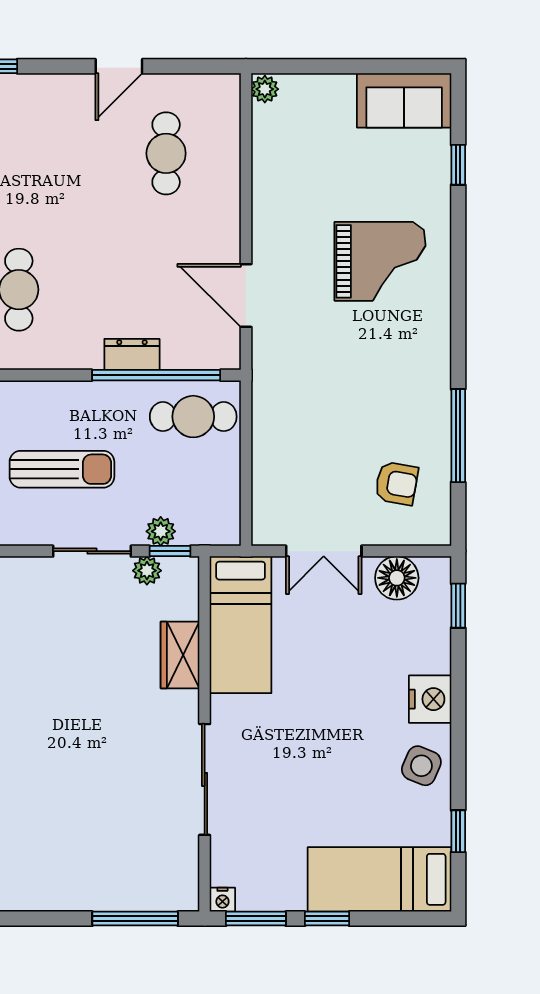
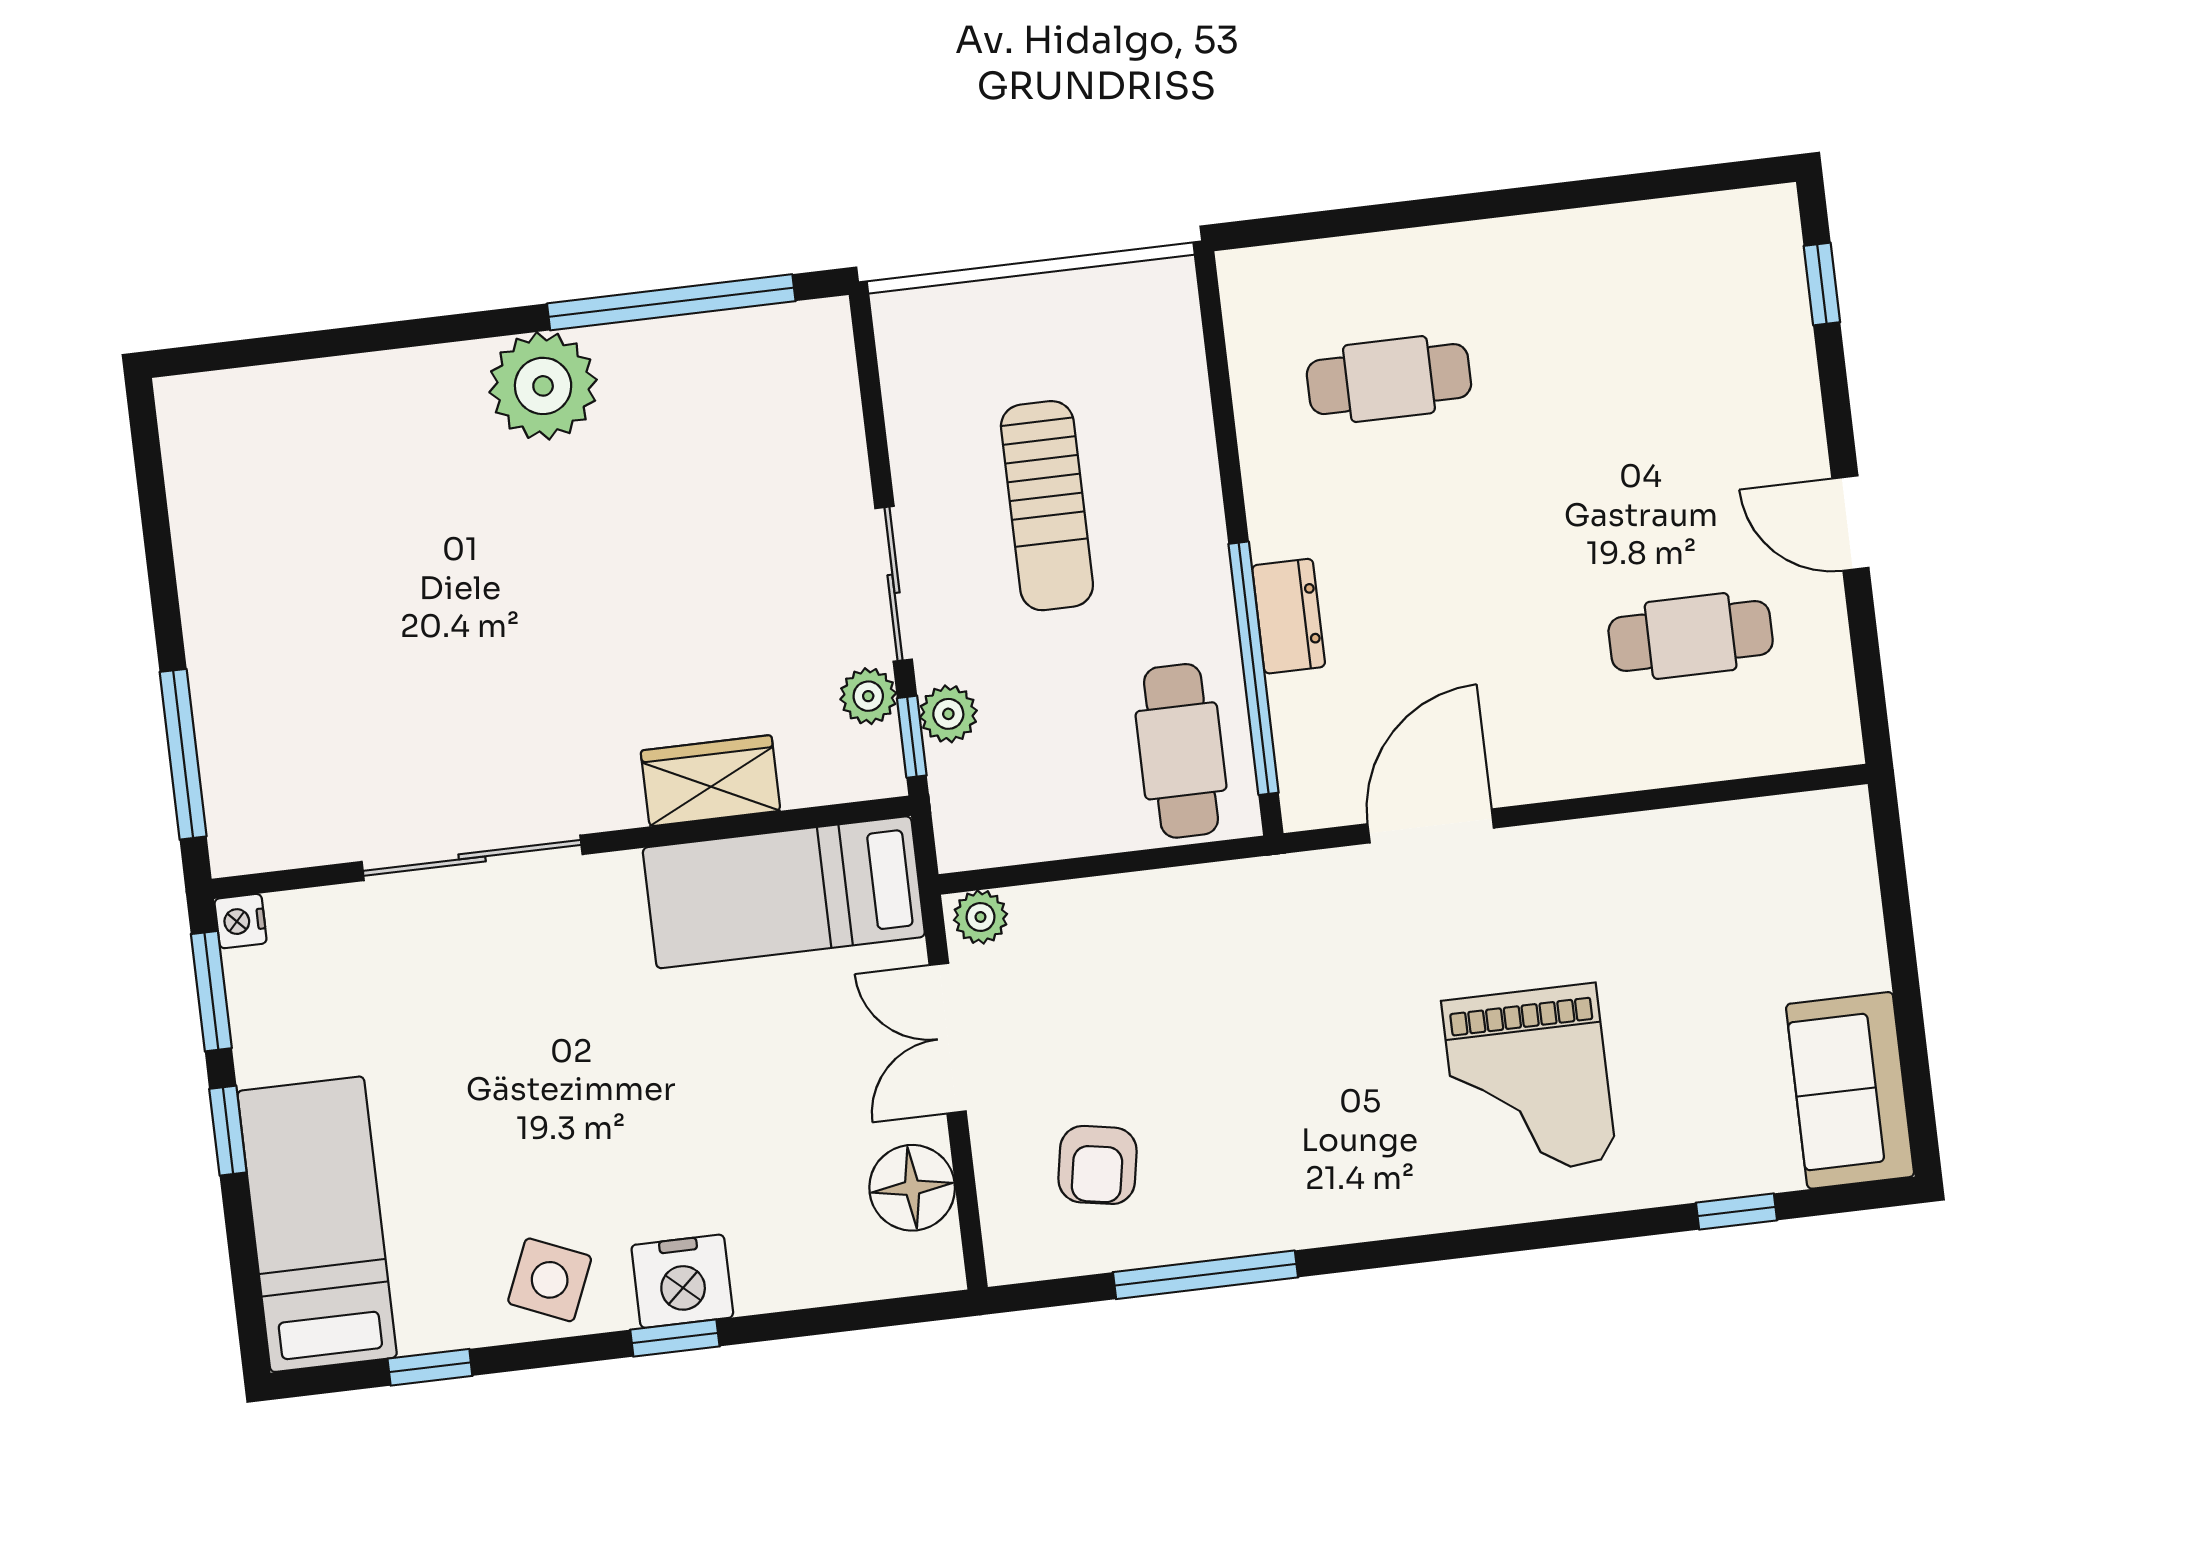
plant: (265, 89) -> (980, 917), moved
window: (458, 606) -> (675, 1338), moved

